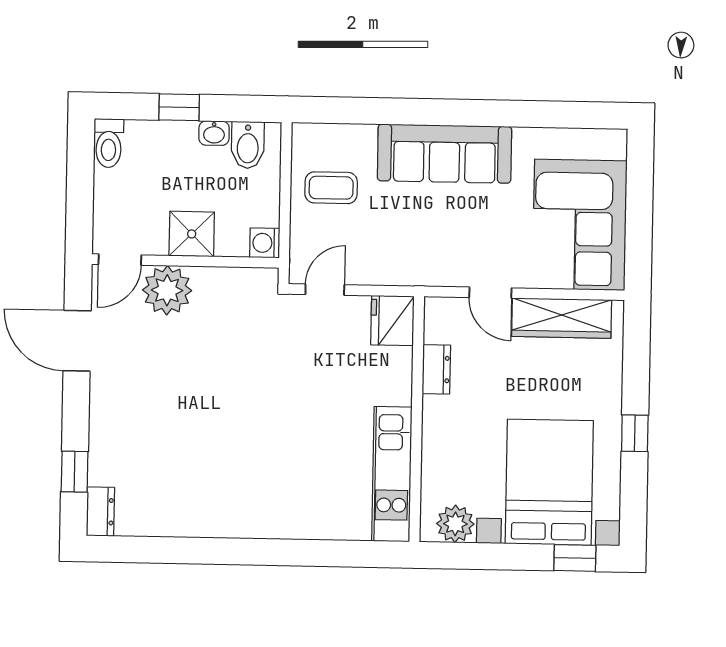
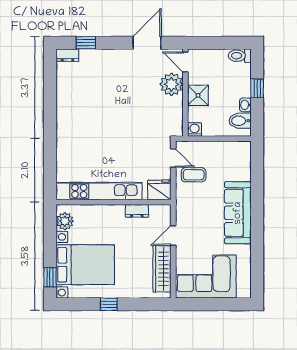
coffee table: (331, 188) -> (194, 175), moved, turned 90
kitchen unit: (392, 474) -> (99, 191), width x1.36

